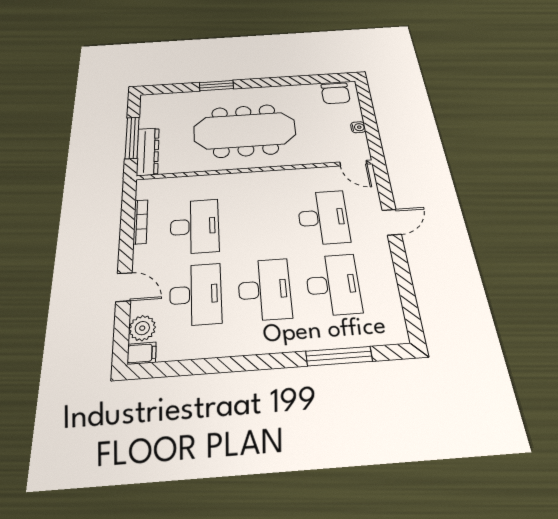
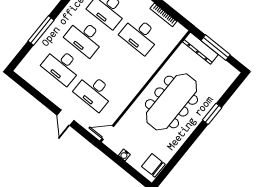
window: (339, 356) -> (41, 31), moved

